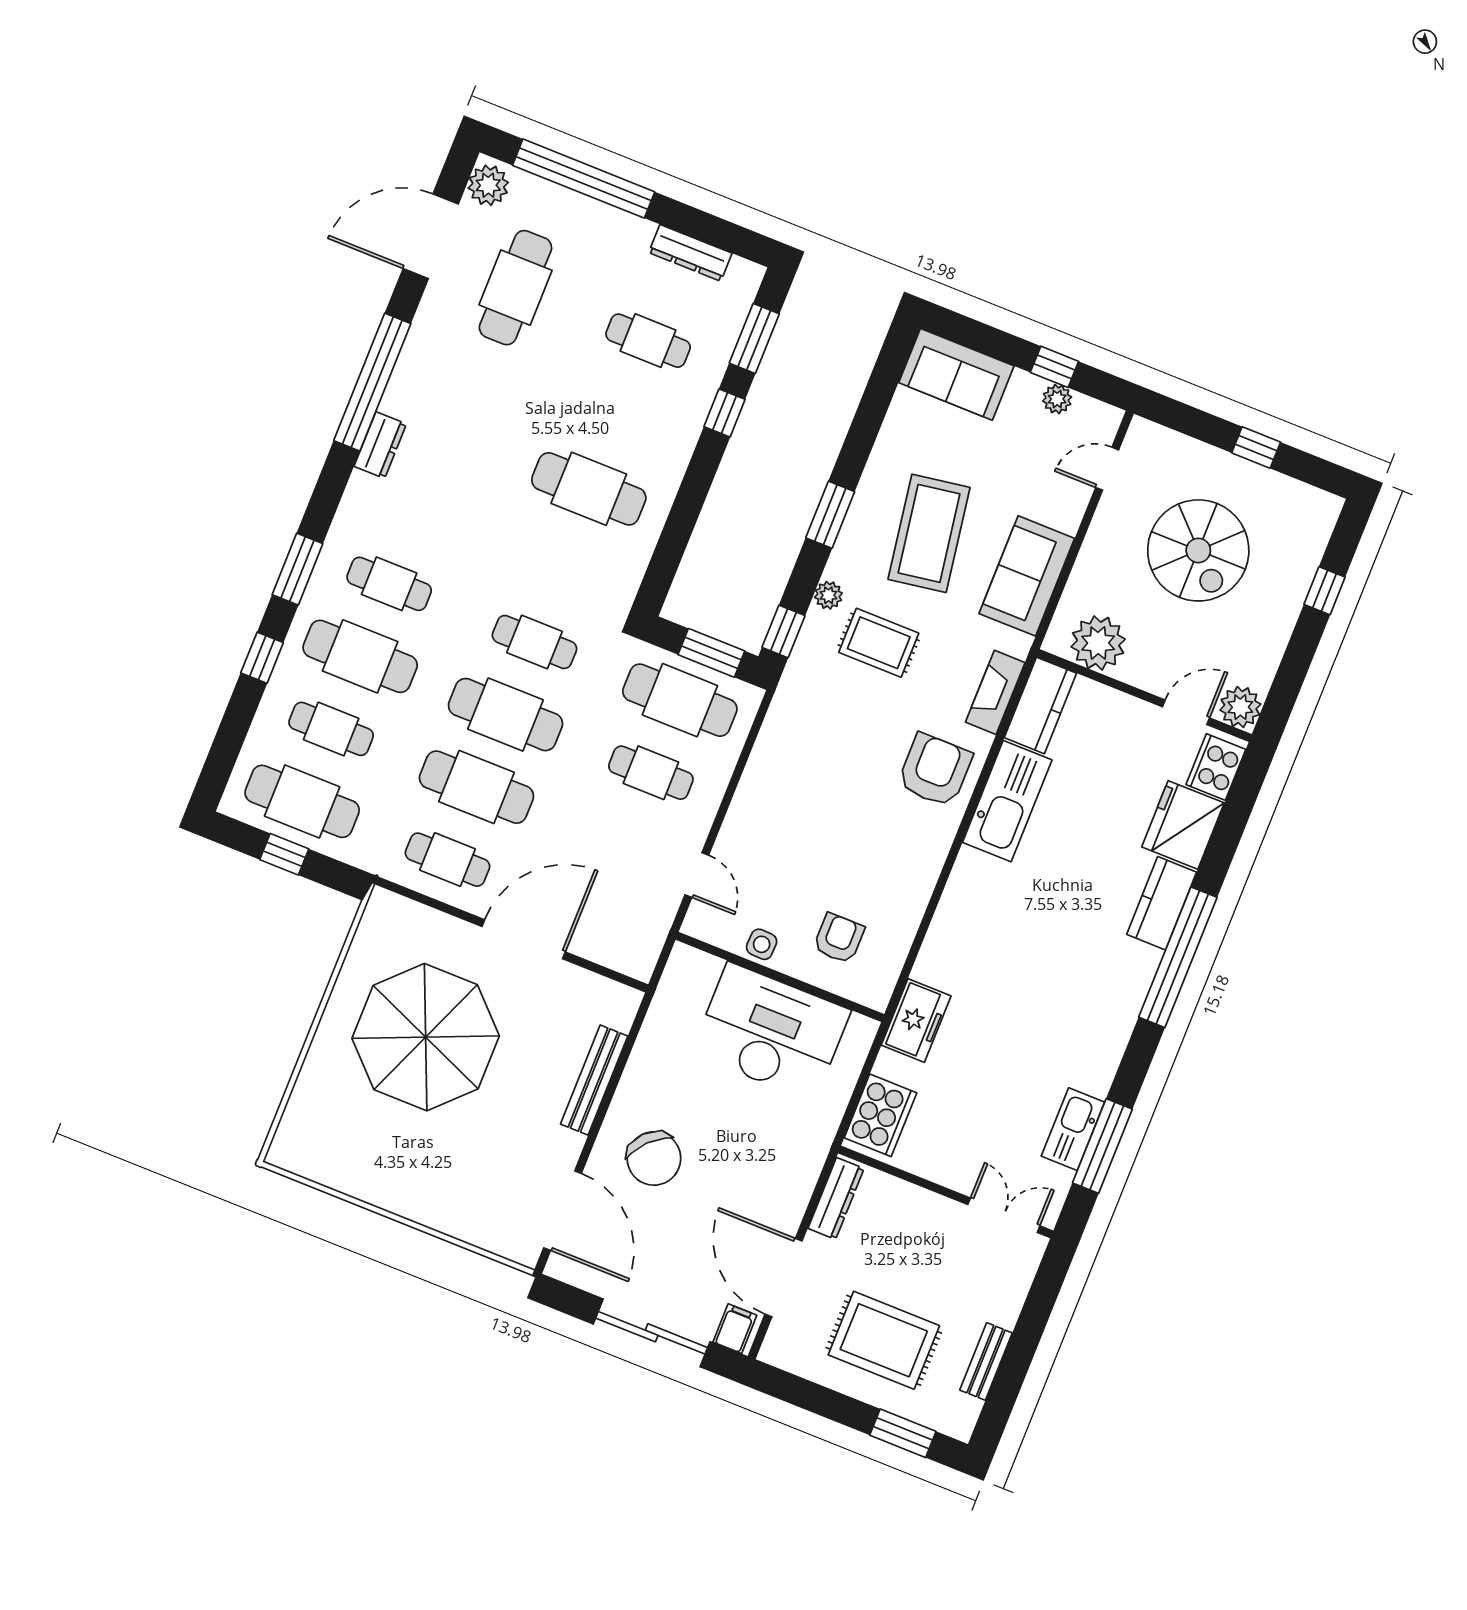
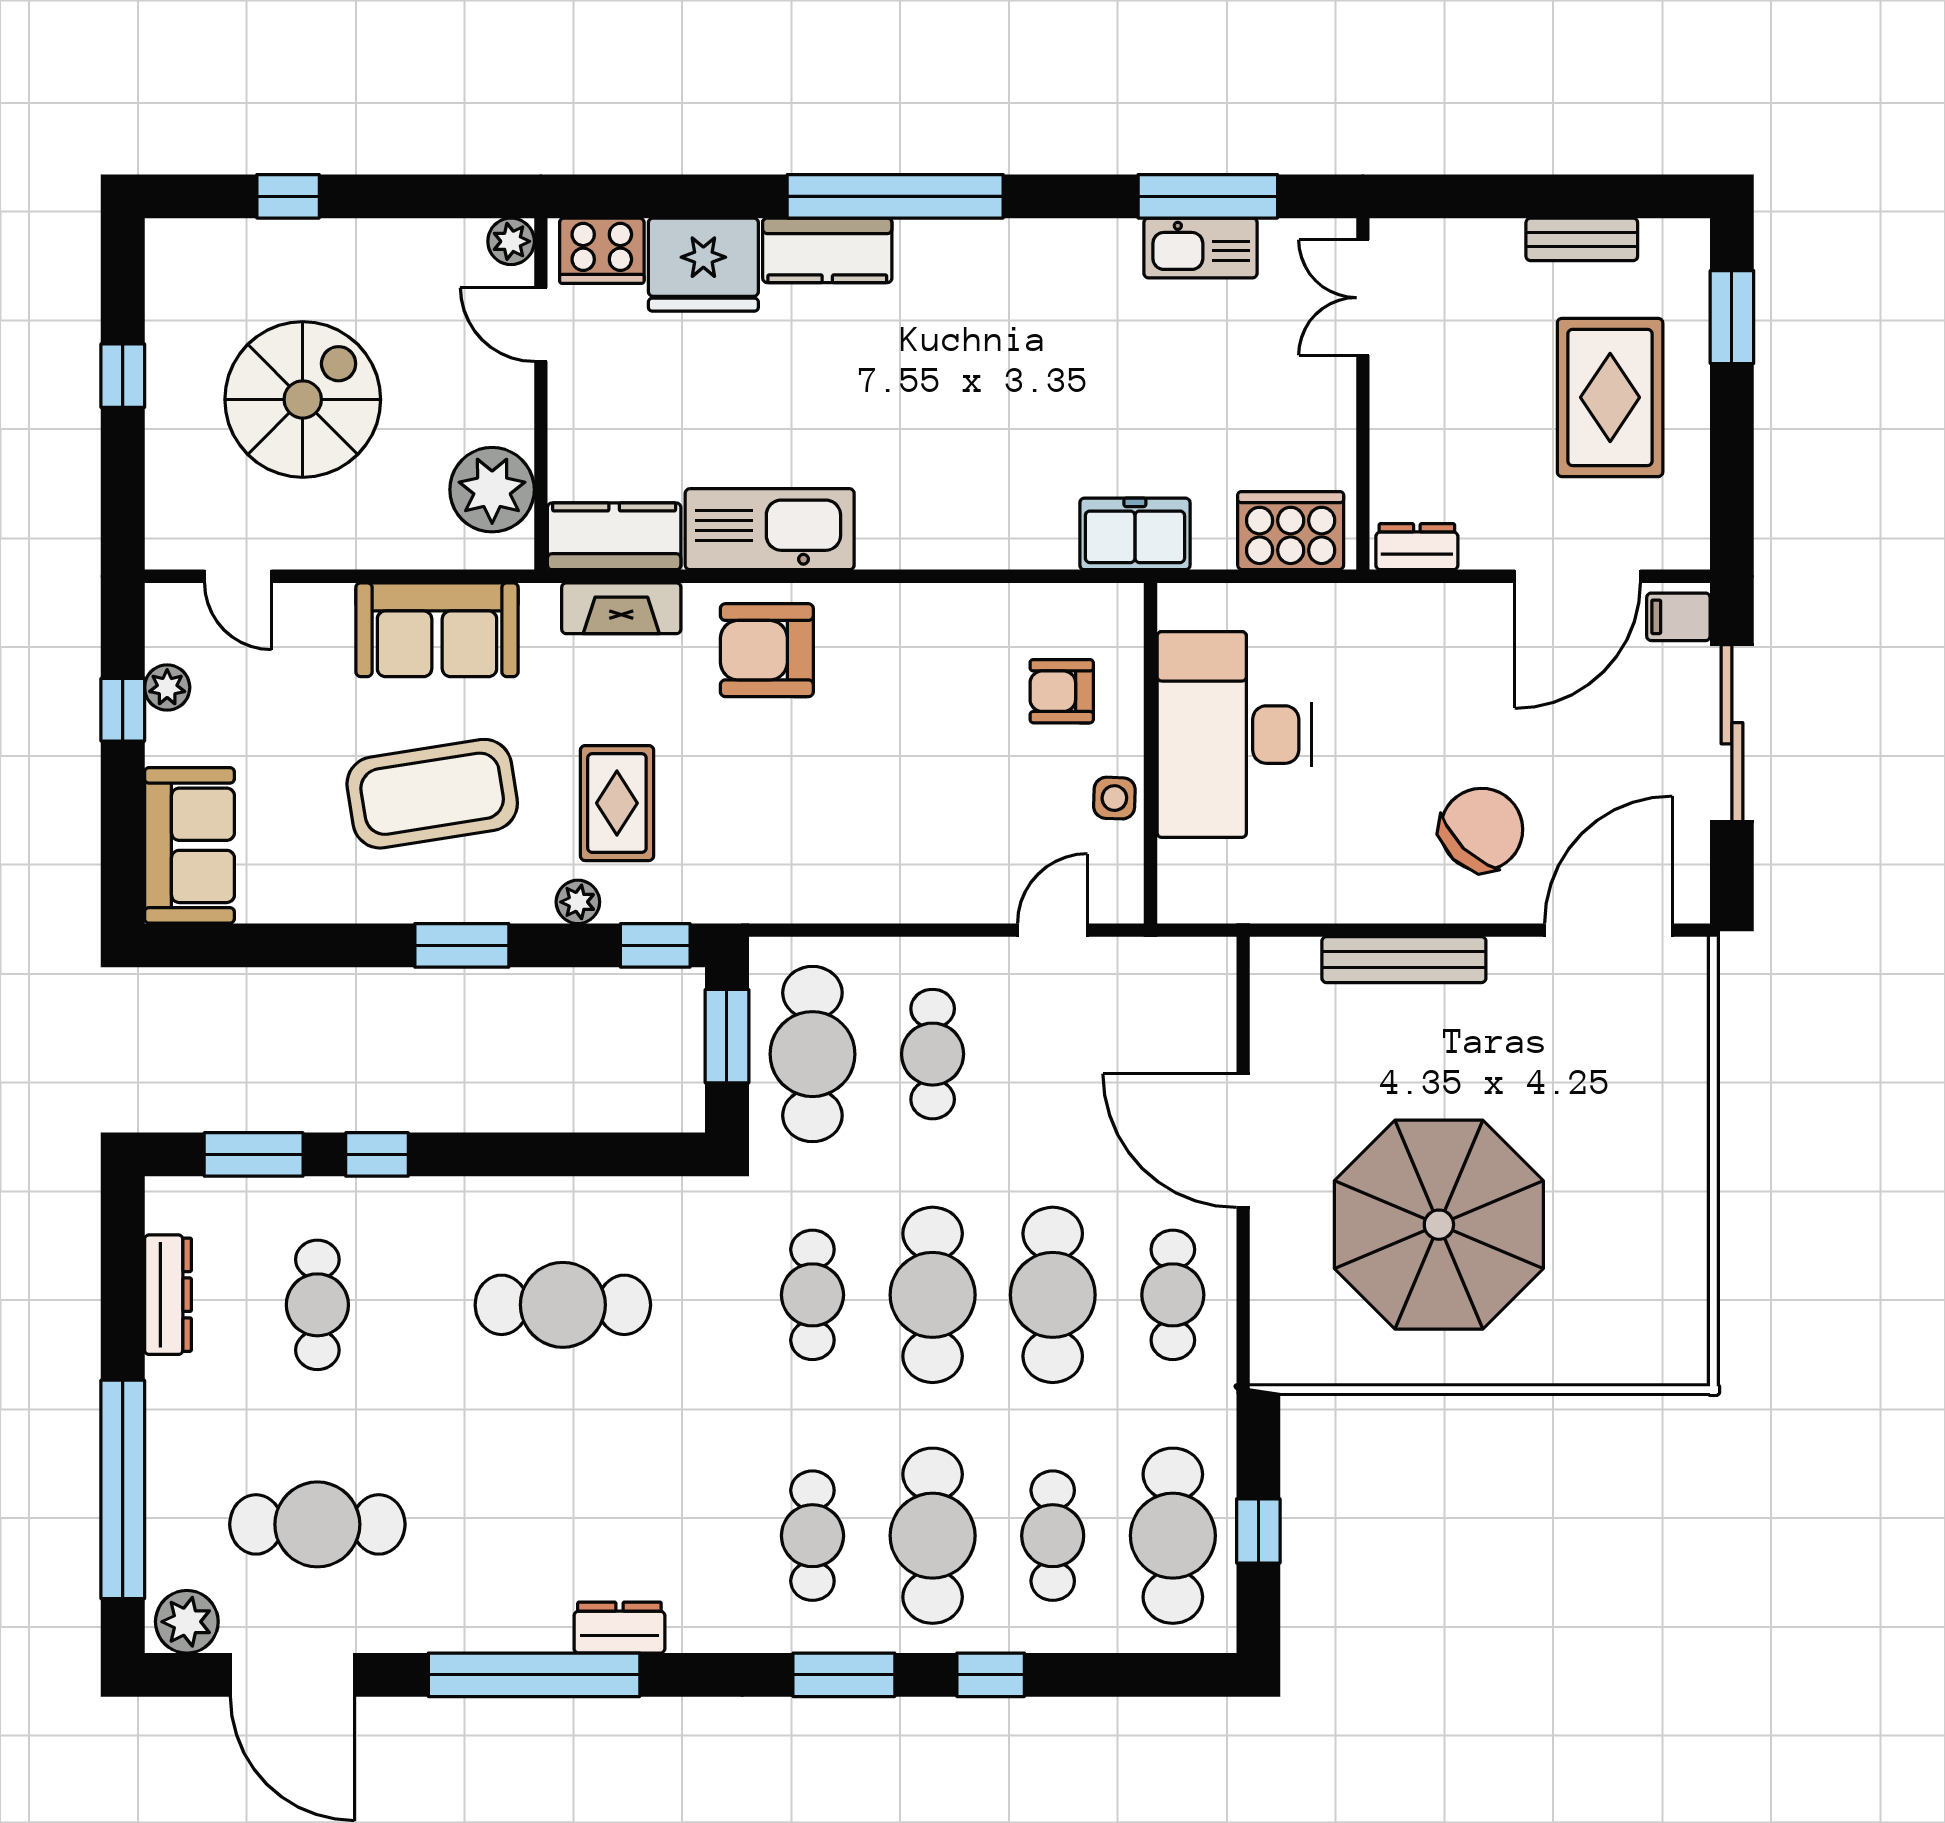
cafe table: (589, 489) -> (563, 1305), turned 90
plant: (1240, 707) -> (511, 241), width x0.73, depth x0.73
dresser: (836, 1198) -> (1417, 547), width x0.70

